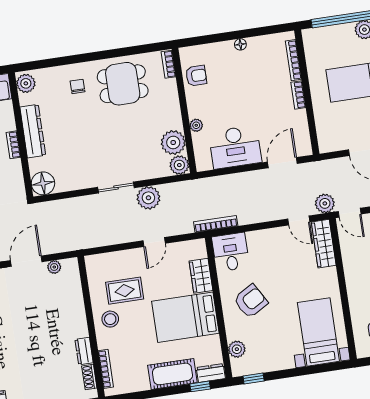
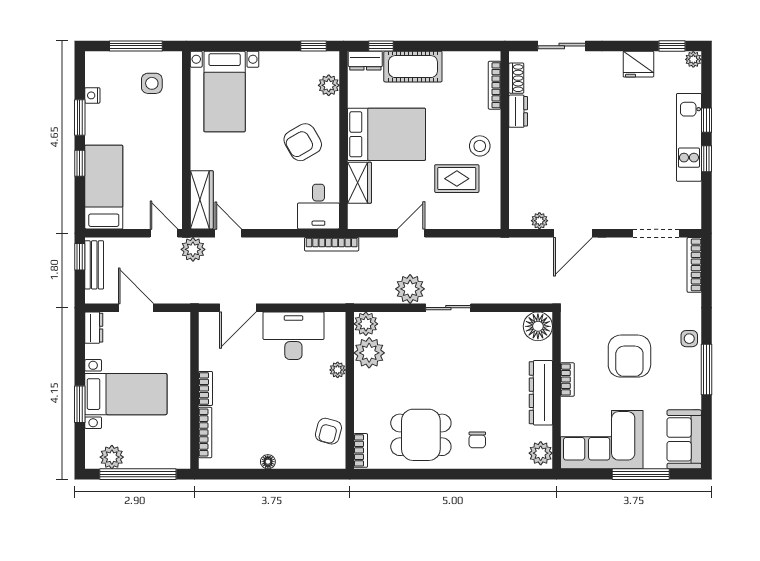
armchair: (196, 76) -> (328, 431), turned -75

